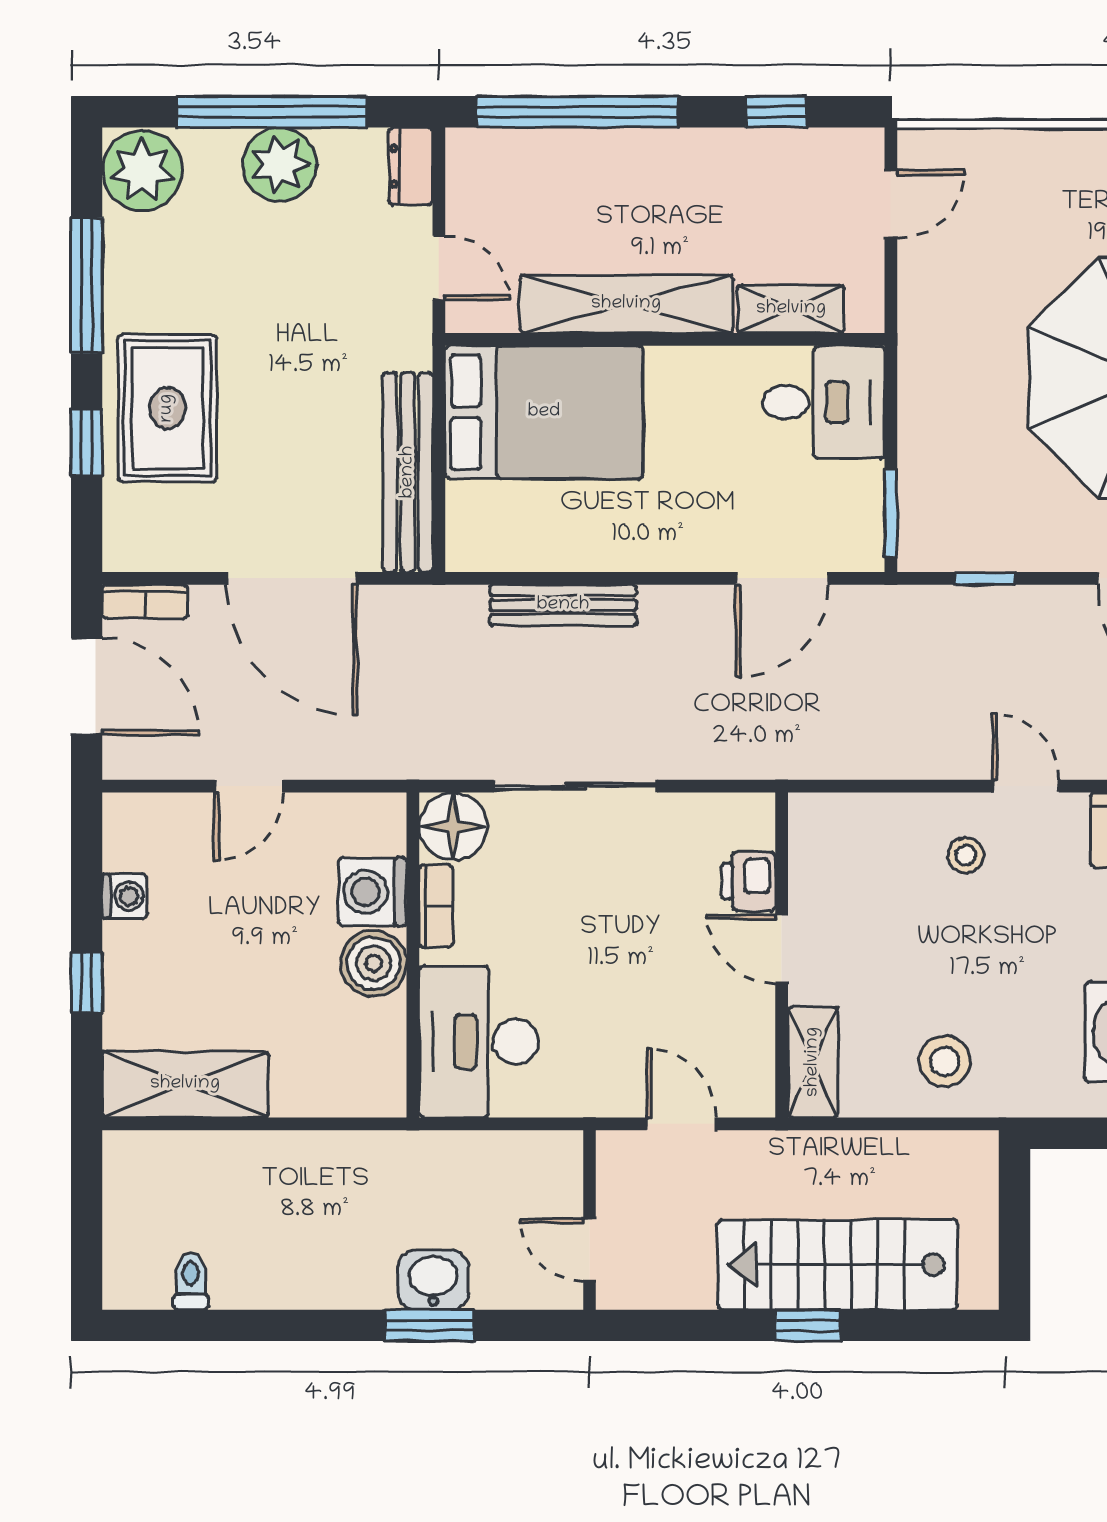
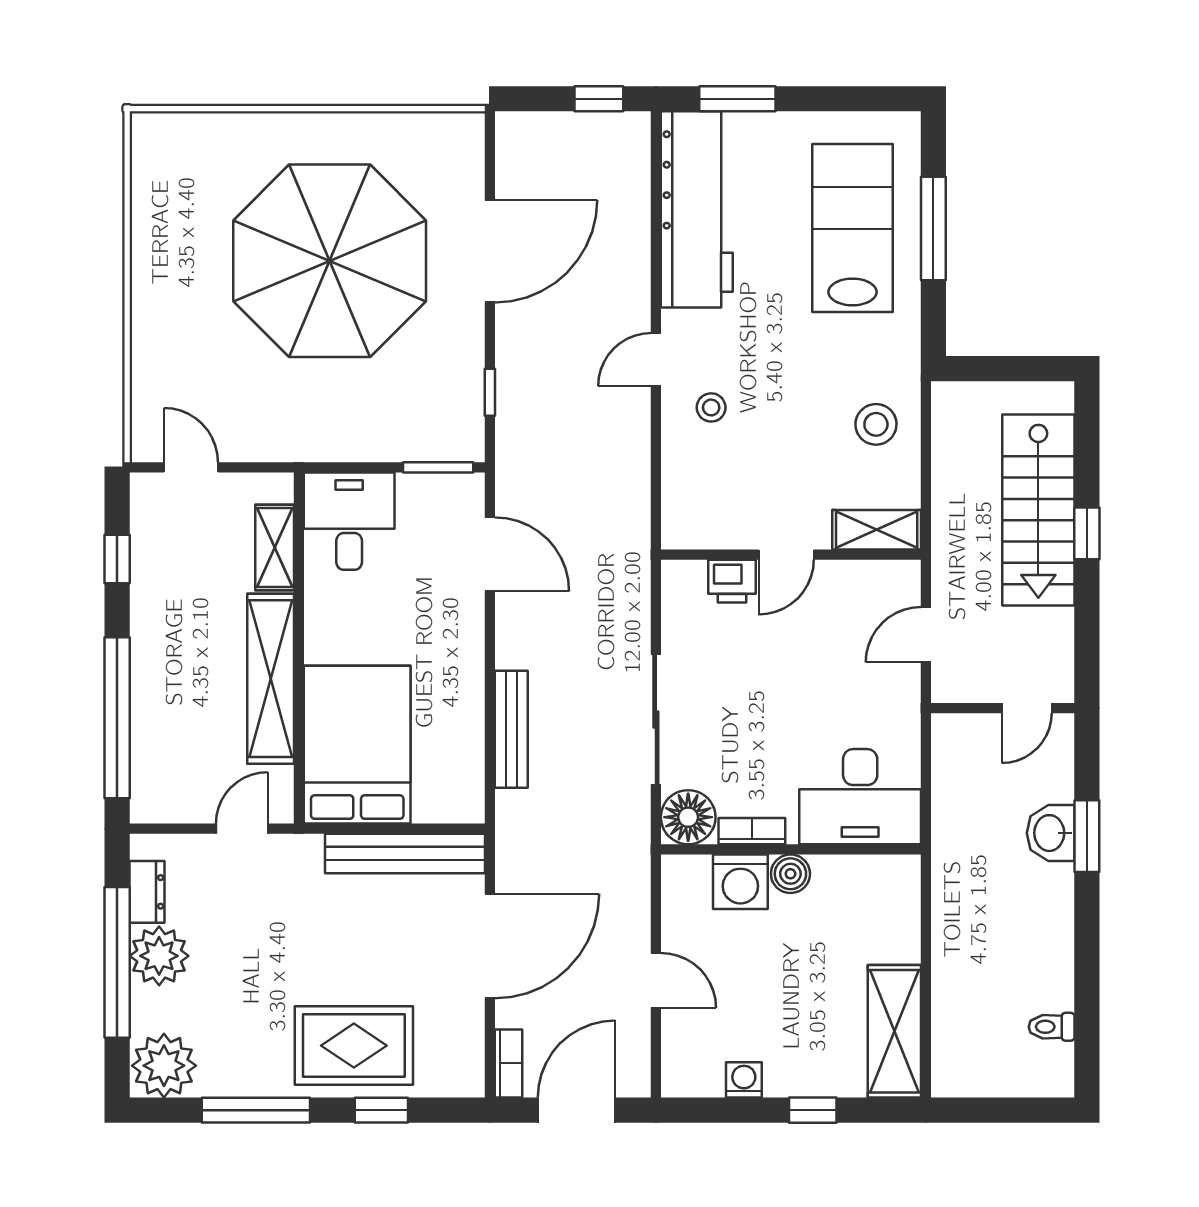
dresser: (411, 166) -> (147, 892), moved, turned -90
boiler: (374, 963) -> (790, 874), width x0.73, depth x0.73

